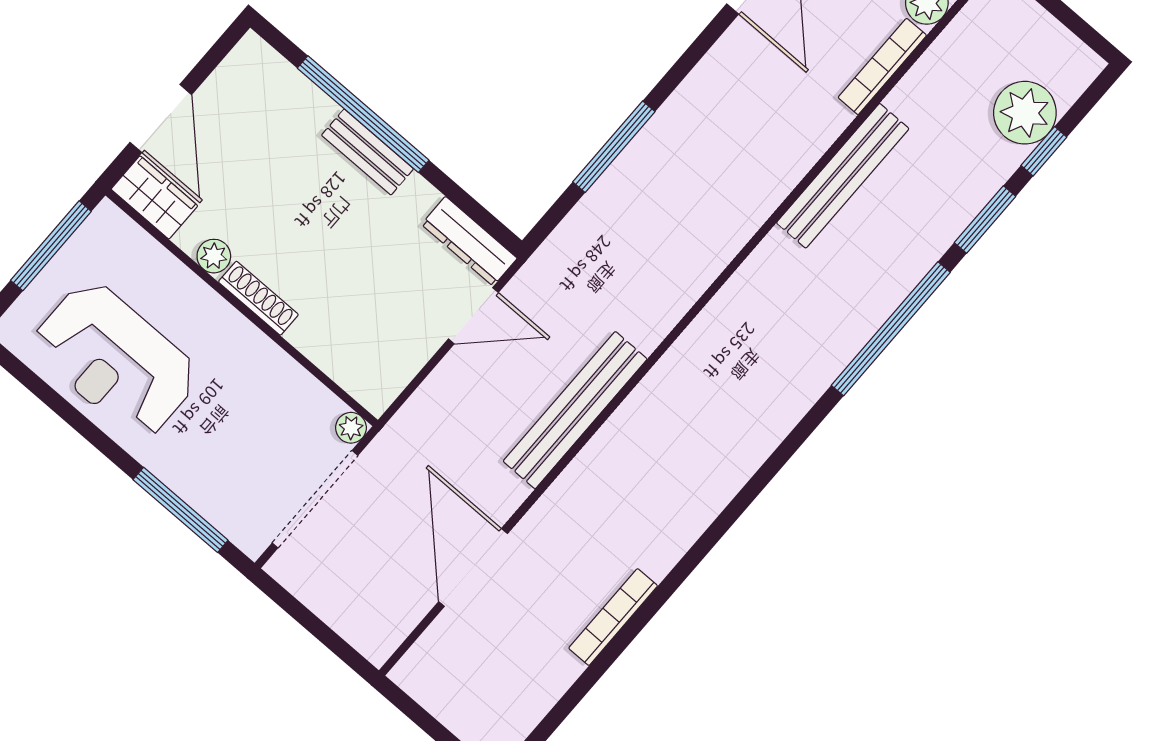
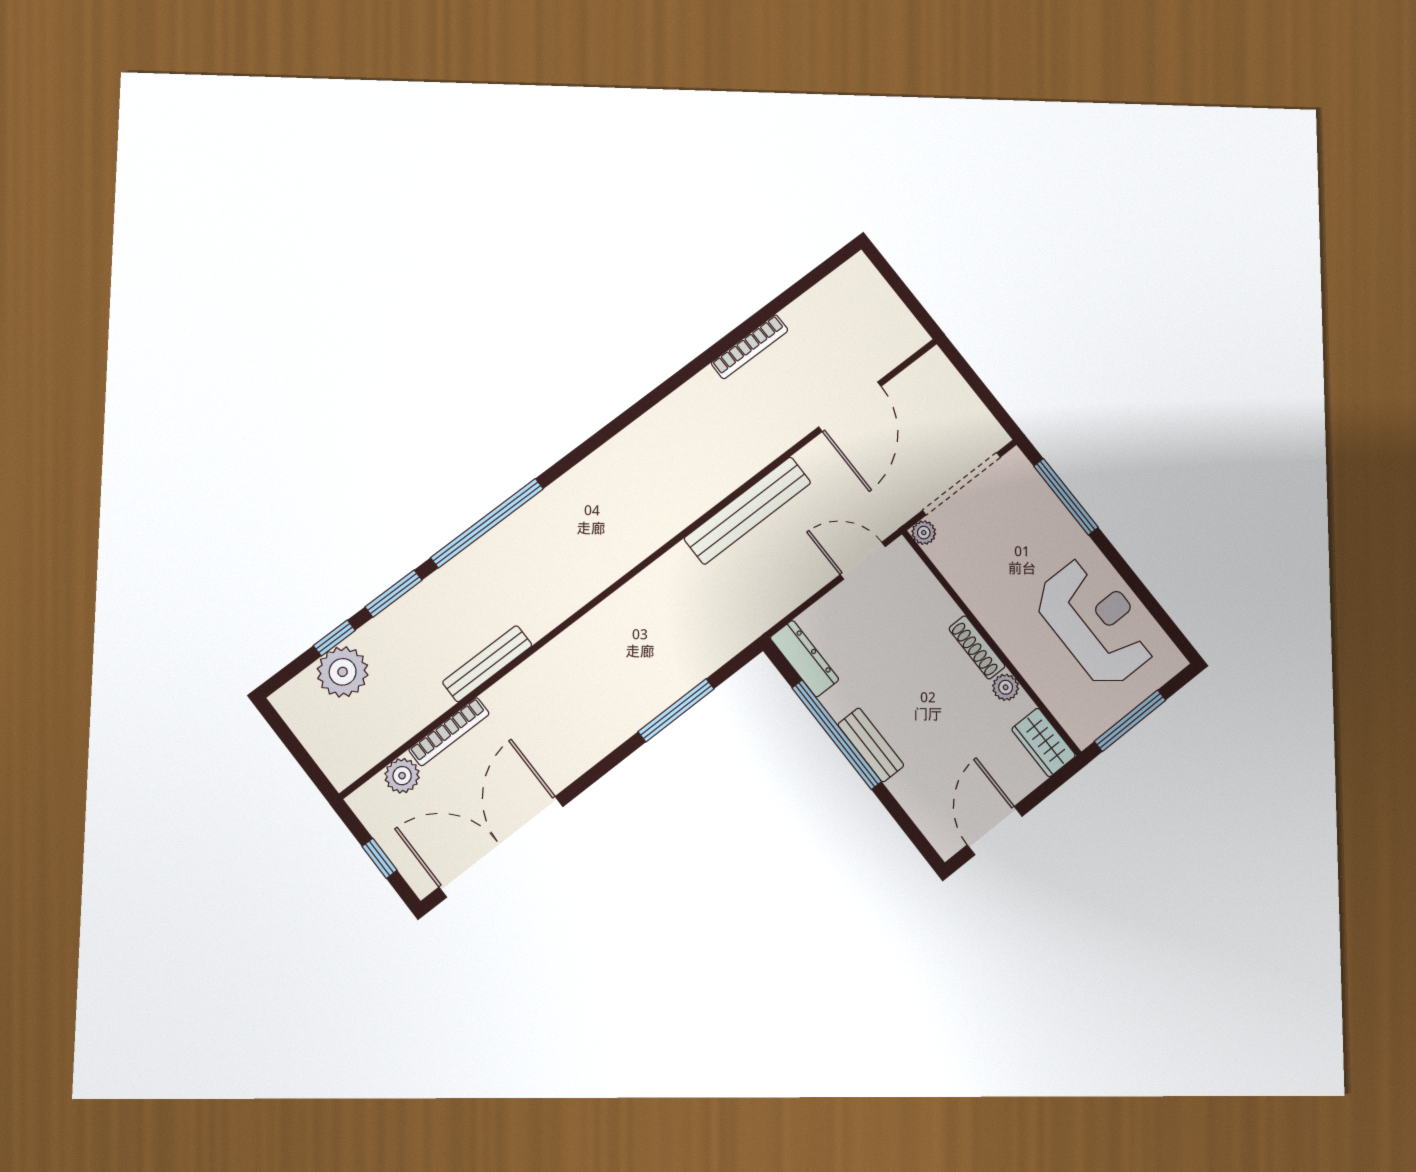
window: (363, 114) -> (837, 735), moved
door: (161, 119) -> (995, 831), moved
bench: (843, 176) -> (487, 664), width x0.73, depth x0.82
door: (473, 316) -> (863, 561), moved

